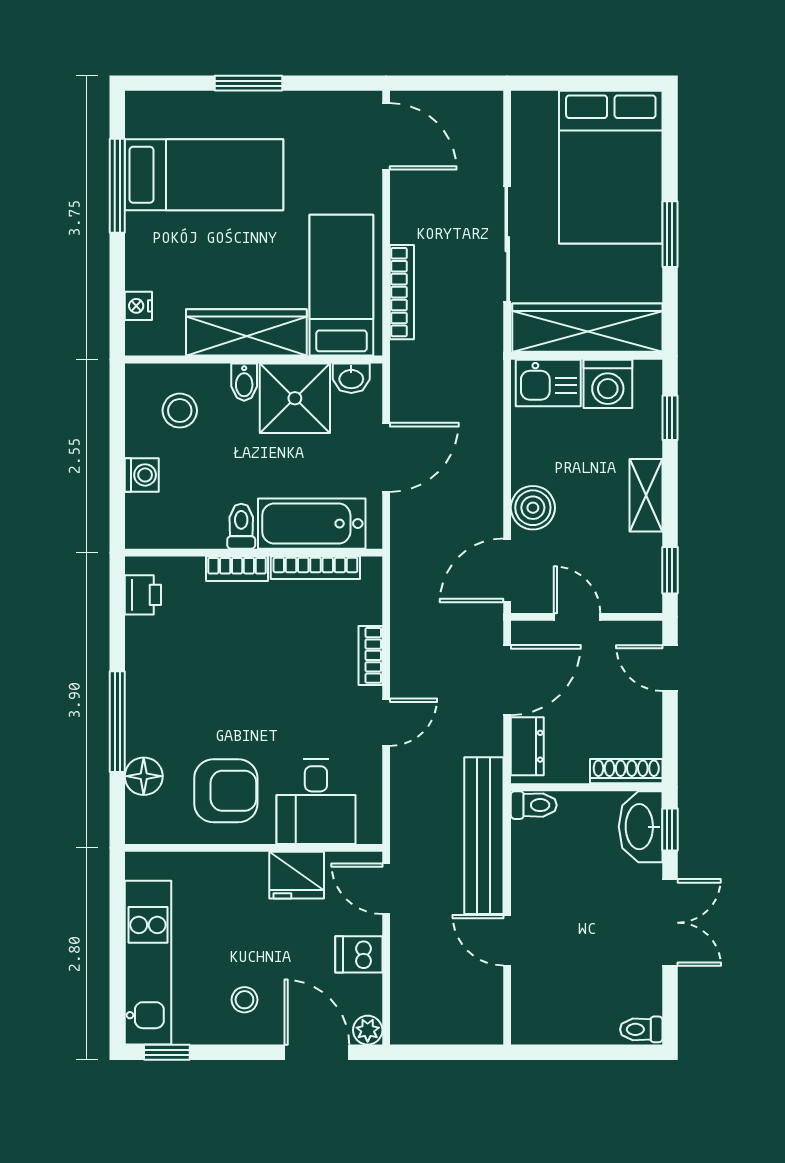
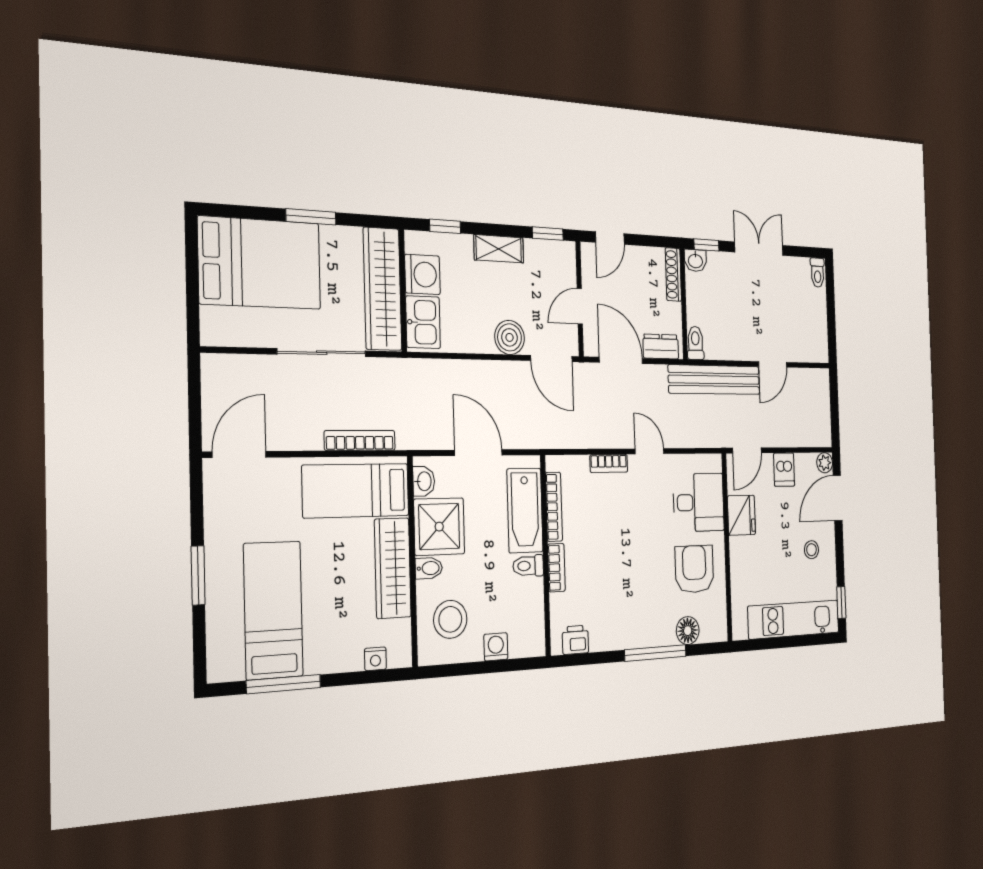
stool: (180, 411) -> (450, 619), width x1.38, depth x1.38
washbasin: (641, 827) -> (695, 261), width x0.52, depth x0.69

